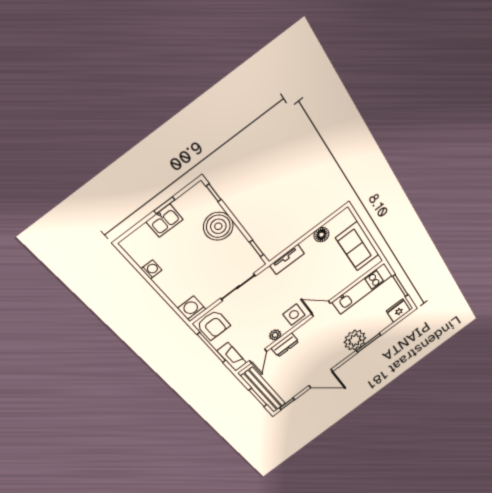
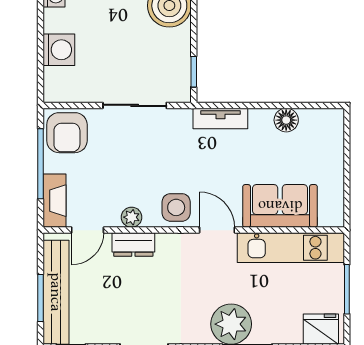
sofa: (357, 246) -> (280, 206), moved, turned 90
washing machine: (192, 309) -> (59, 50), moved, turned 90

